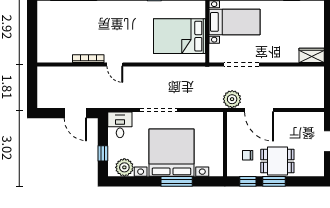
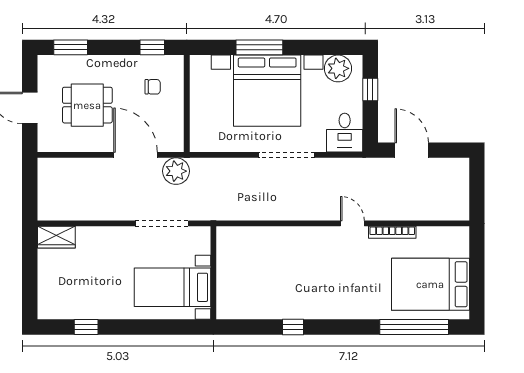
bed: (180, 36) -> (430, 284), moved, turned 180
dining table: (277, 161) -> (87, 105), moved
window: (274, 181) -> (71, 47), moved

